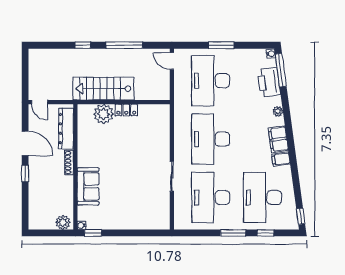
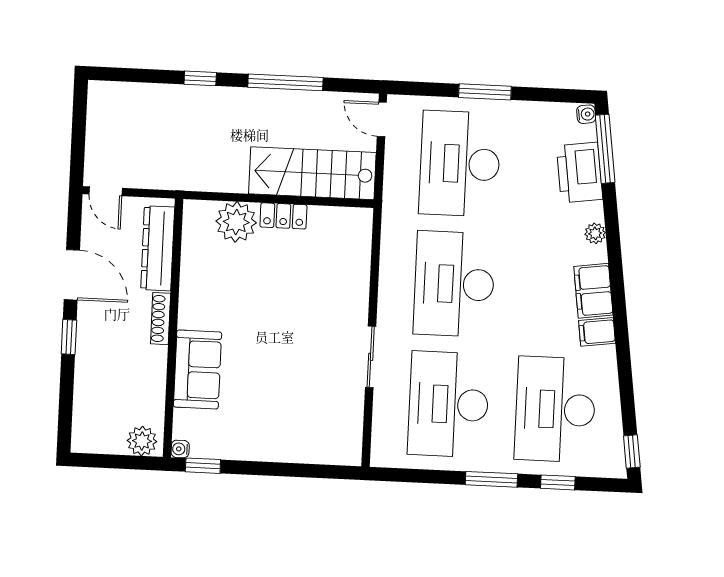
stairs: (104, 89) -> (312, 173), moved

